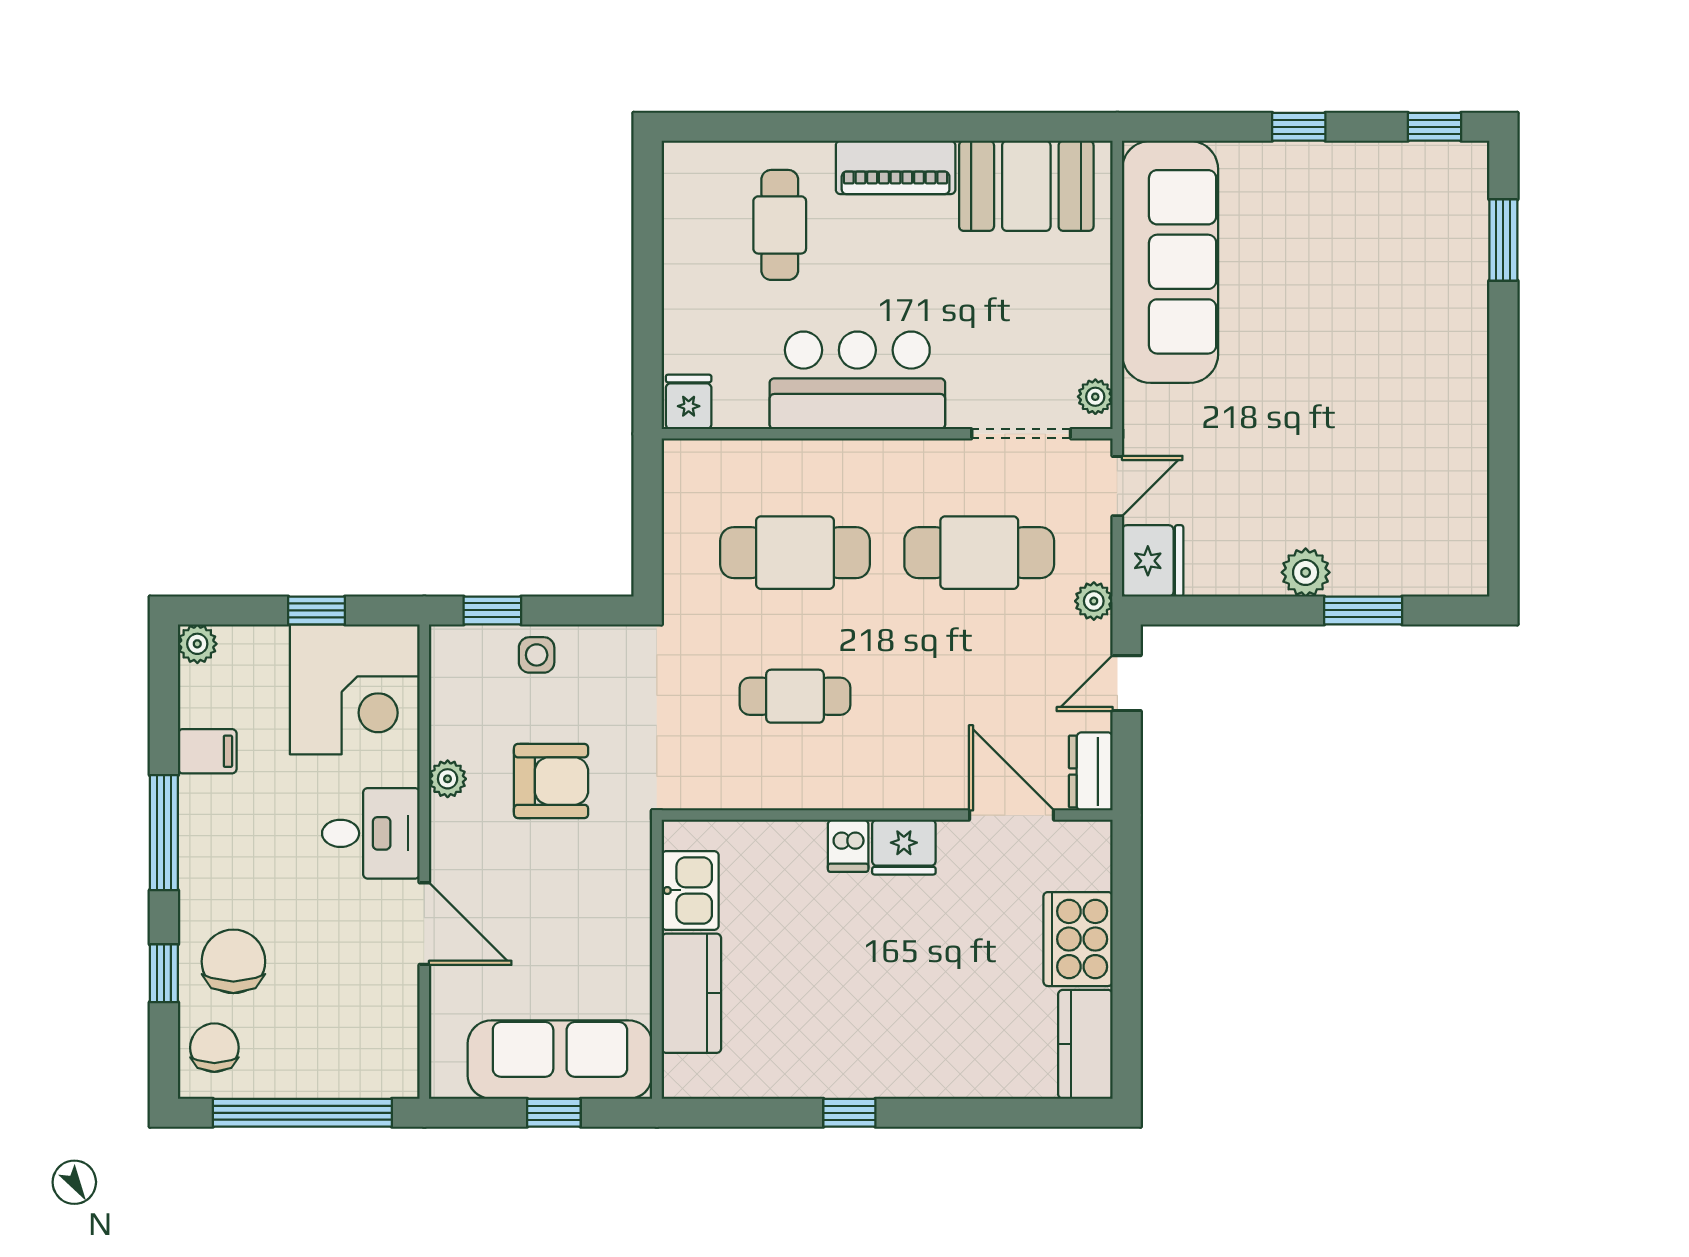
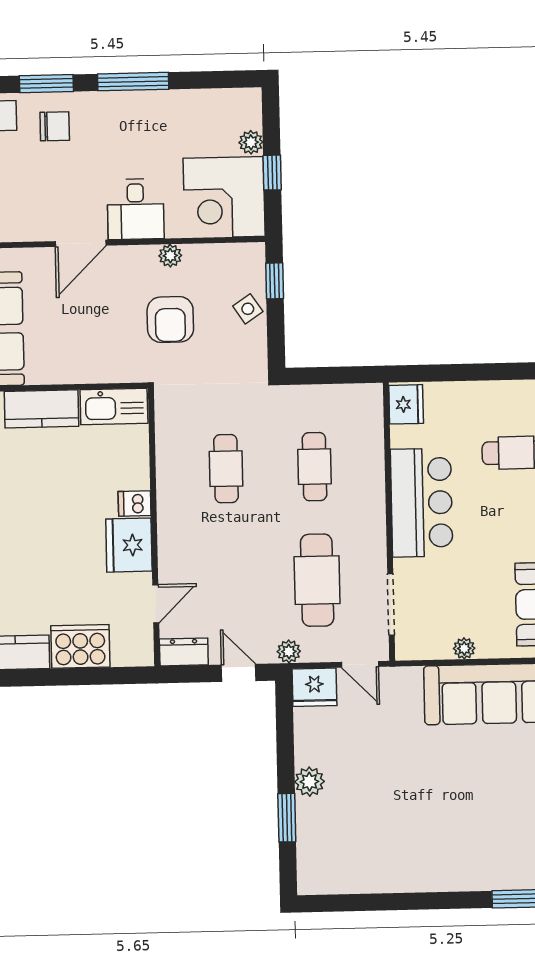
plant: (1095, 397) -> (464, 648), moved
fridge: (689, 402) -> (406, 404), width x1.38
cafe table: (795, 553) -> (315, 467), width x0.73, depth x0.74
plant: (197, 644) -> (251, 142), moved
side table: (537, 655) -> (248, 309), turned -34
filing cabinet: (207, 751) -> (184, 107), removed
door: (1012, 815) -> (156, 604), width x0.73
fridge: (904, 847) -> (129, 545), width x1.36, depth x1.34
kitchen sink: (690, 890) -> (114, 407), width x1.38
chair: (233, 961) -> (55, 126), width x0.73, depth x0.73
window: (164, 973) -> (46, 84), width x1.50

